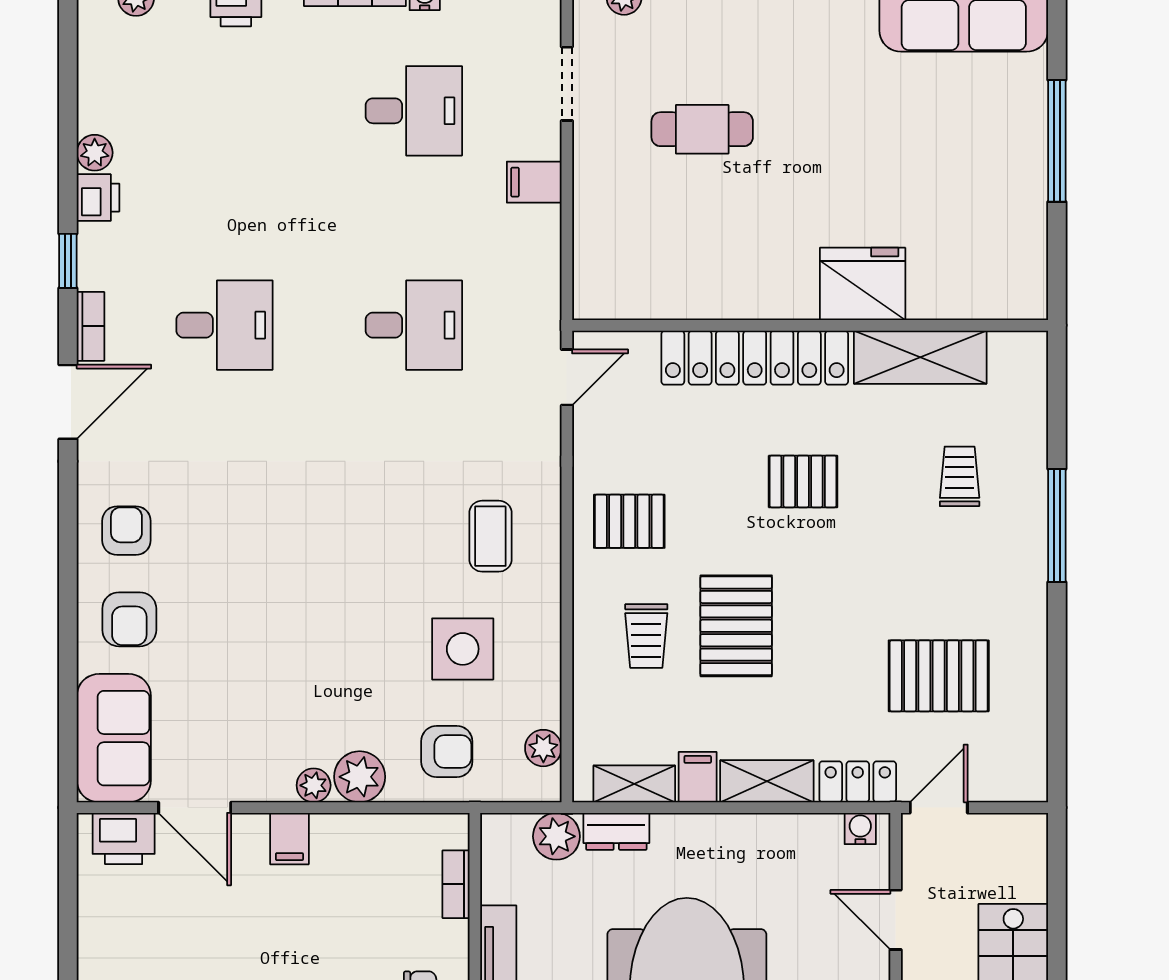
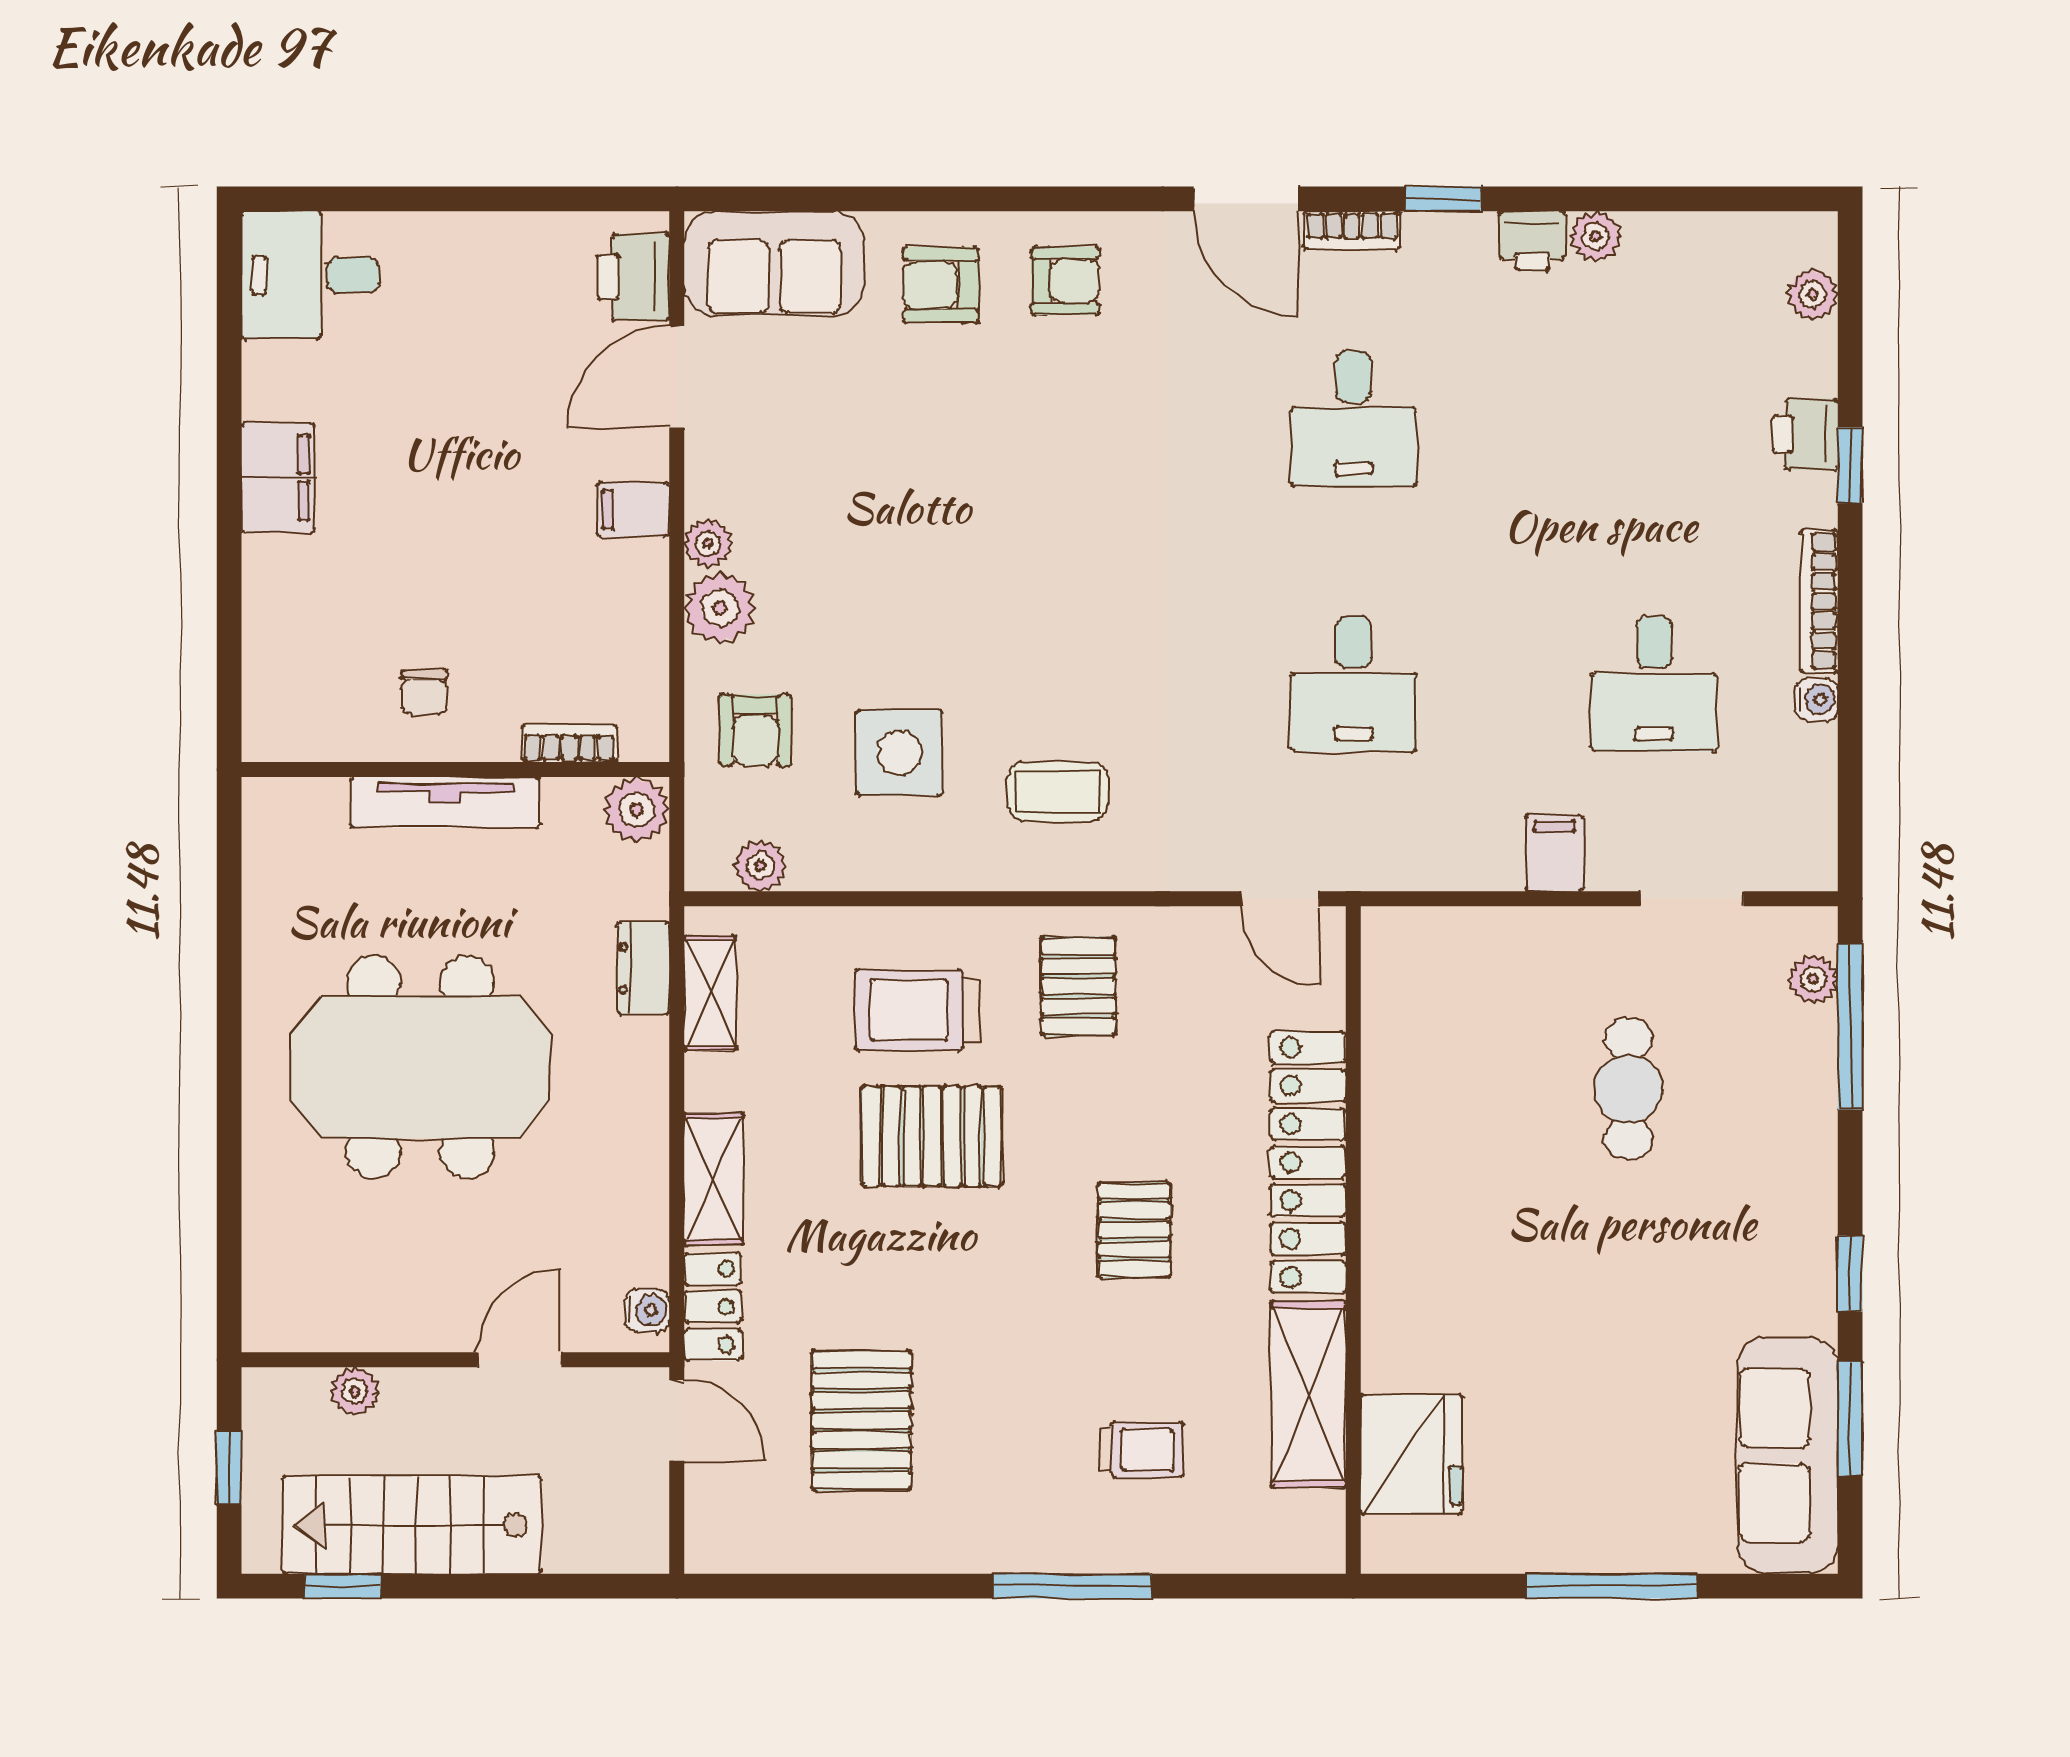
fridge: (863, 284) -> (1411, 1454), moved
trolley: (646, 636) -> (917, 1010), width x1.36, depth x1.39
filing cabinet: (698, 777) -> (720, 1082), removed
plant: (556, 836) -> (637, 810), moved

